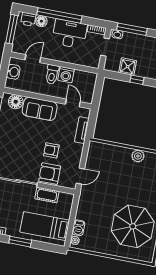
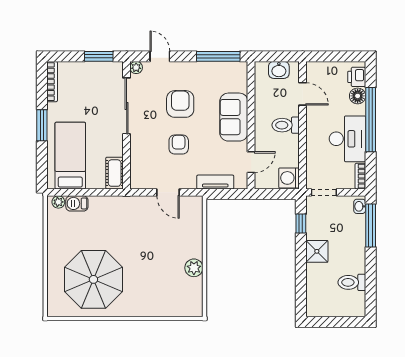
window: (12, 29) -> (338, 56), removed
doorway: (105, 47) -> (324, 192), moved
shower: (128, 67) -> (317, 251), moved
washing machine: (66, 75) -> (289, 178), moved
window: (137, 80) -> (301, 224), moved
floor lamp: (16, 102) -> (237, 81), removed
armchair: (50, 174) -> (180, 104), moved
door: (80, 176) -> (168, 192), moved
cot: (47, 195) -> (115, 173), moved

